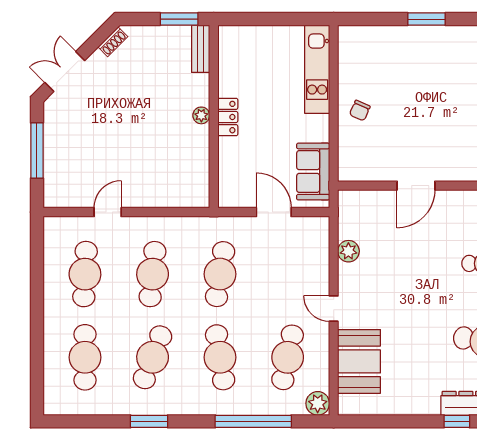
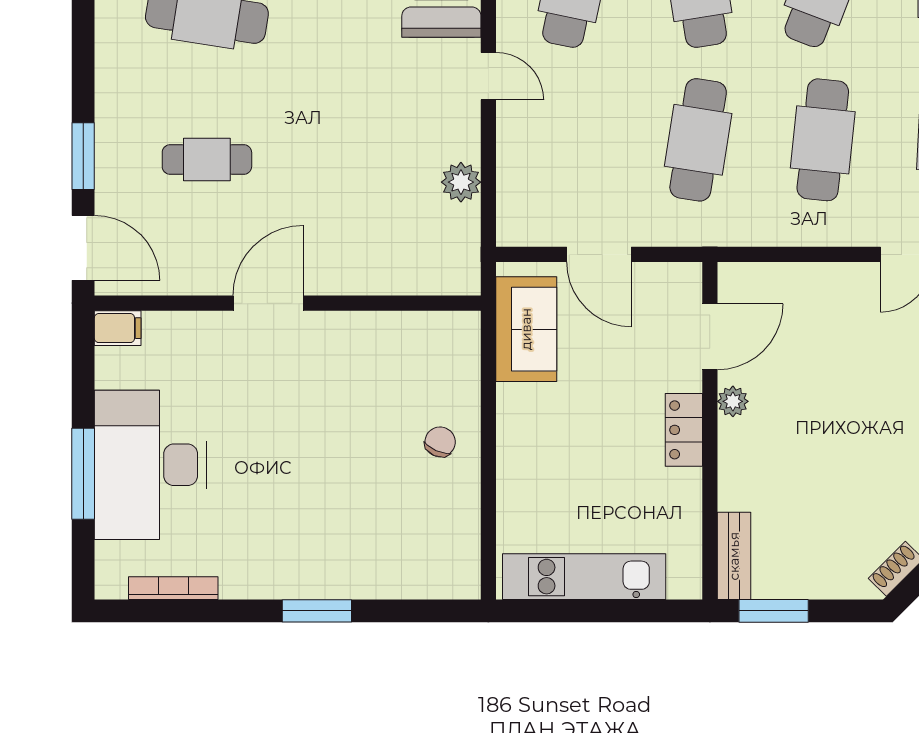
kitchen unit: (317, 69) -> (584, 577), moved, turned -90
plant: (201, 115) -> (733, 401), moved
door: (214, 167) -> (710, 337), added
door: (416, 186) -> (268, 303), moved

